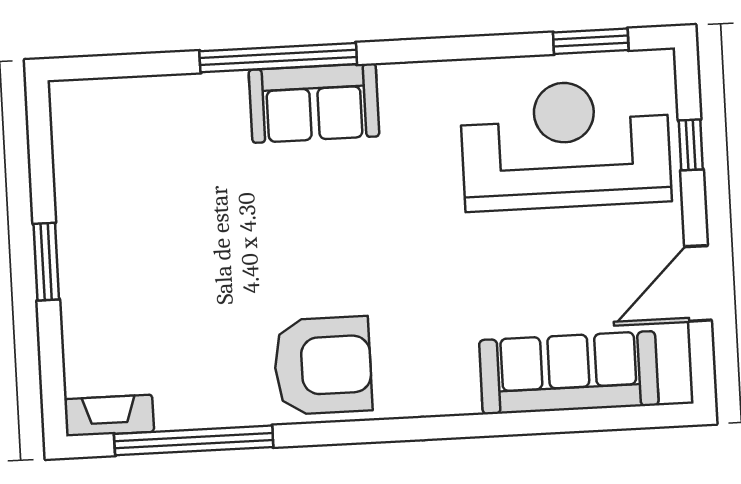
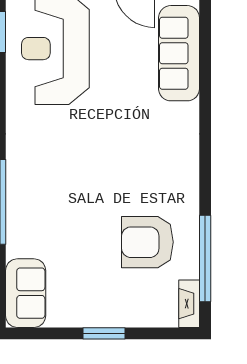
sofa: (314, 103) -> (26, 293), moved
armchair: (323, 365) -> (147, 242), moved, turned -90

